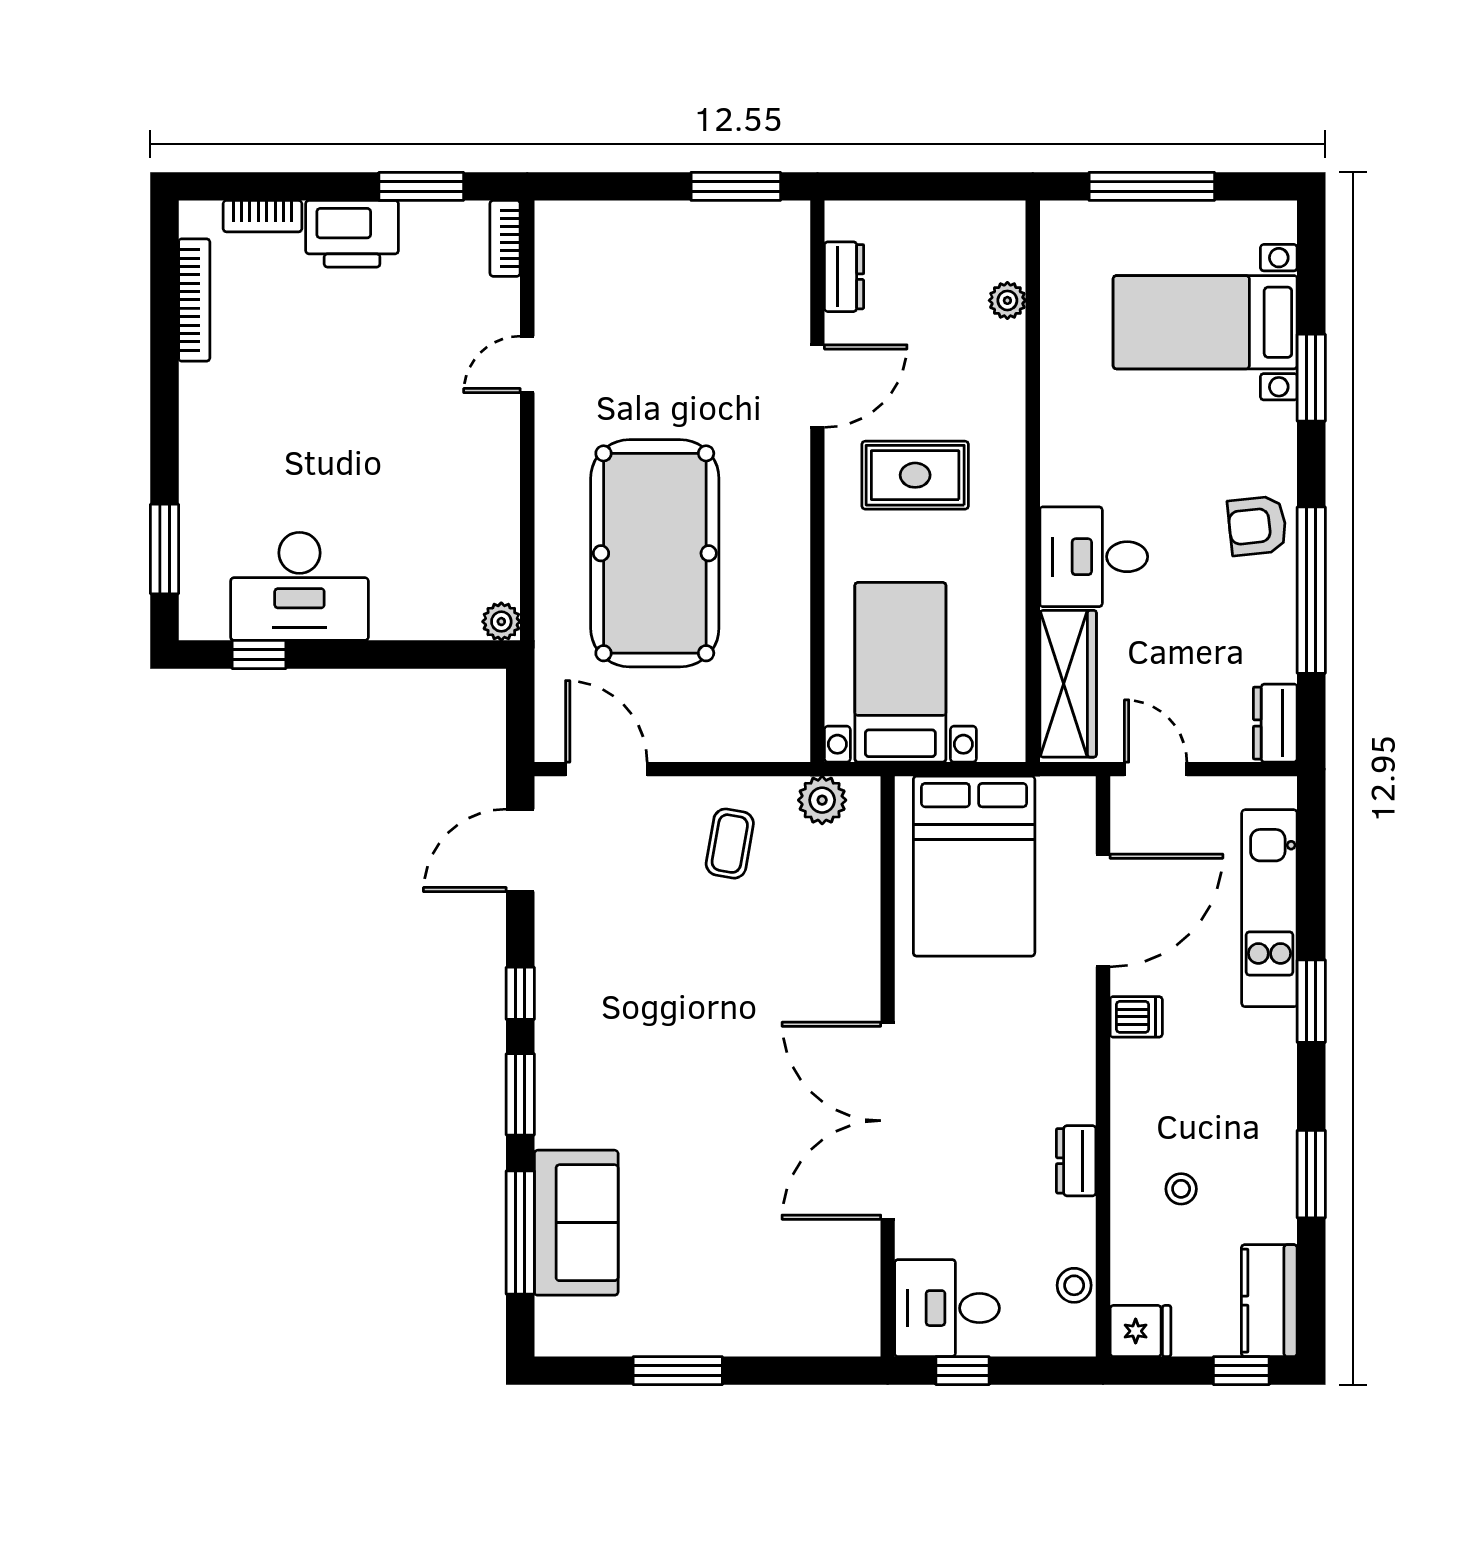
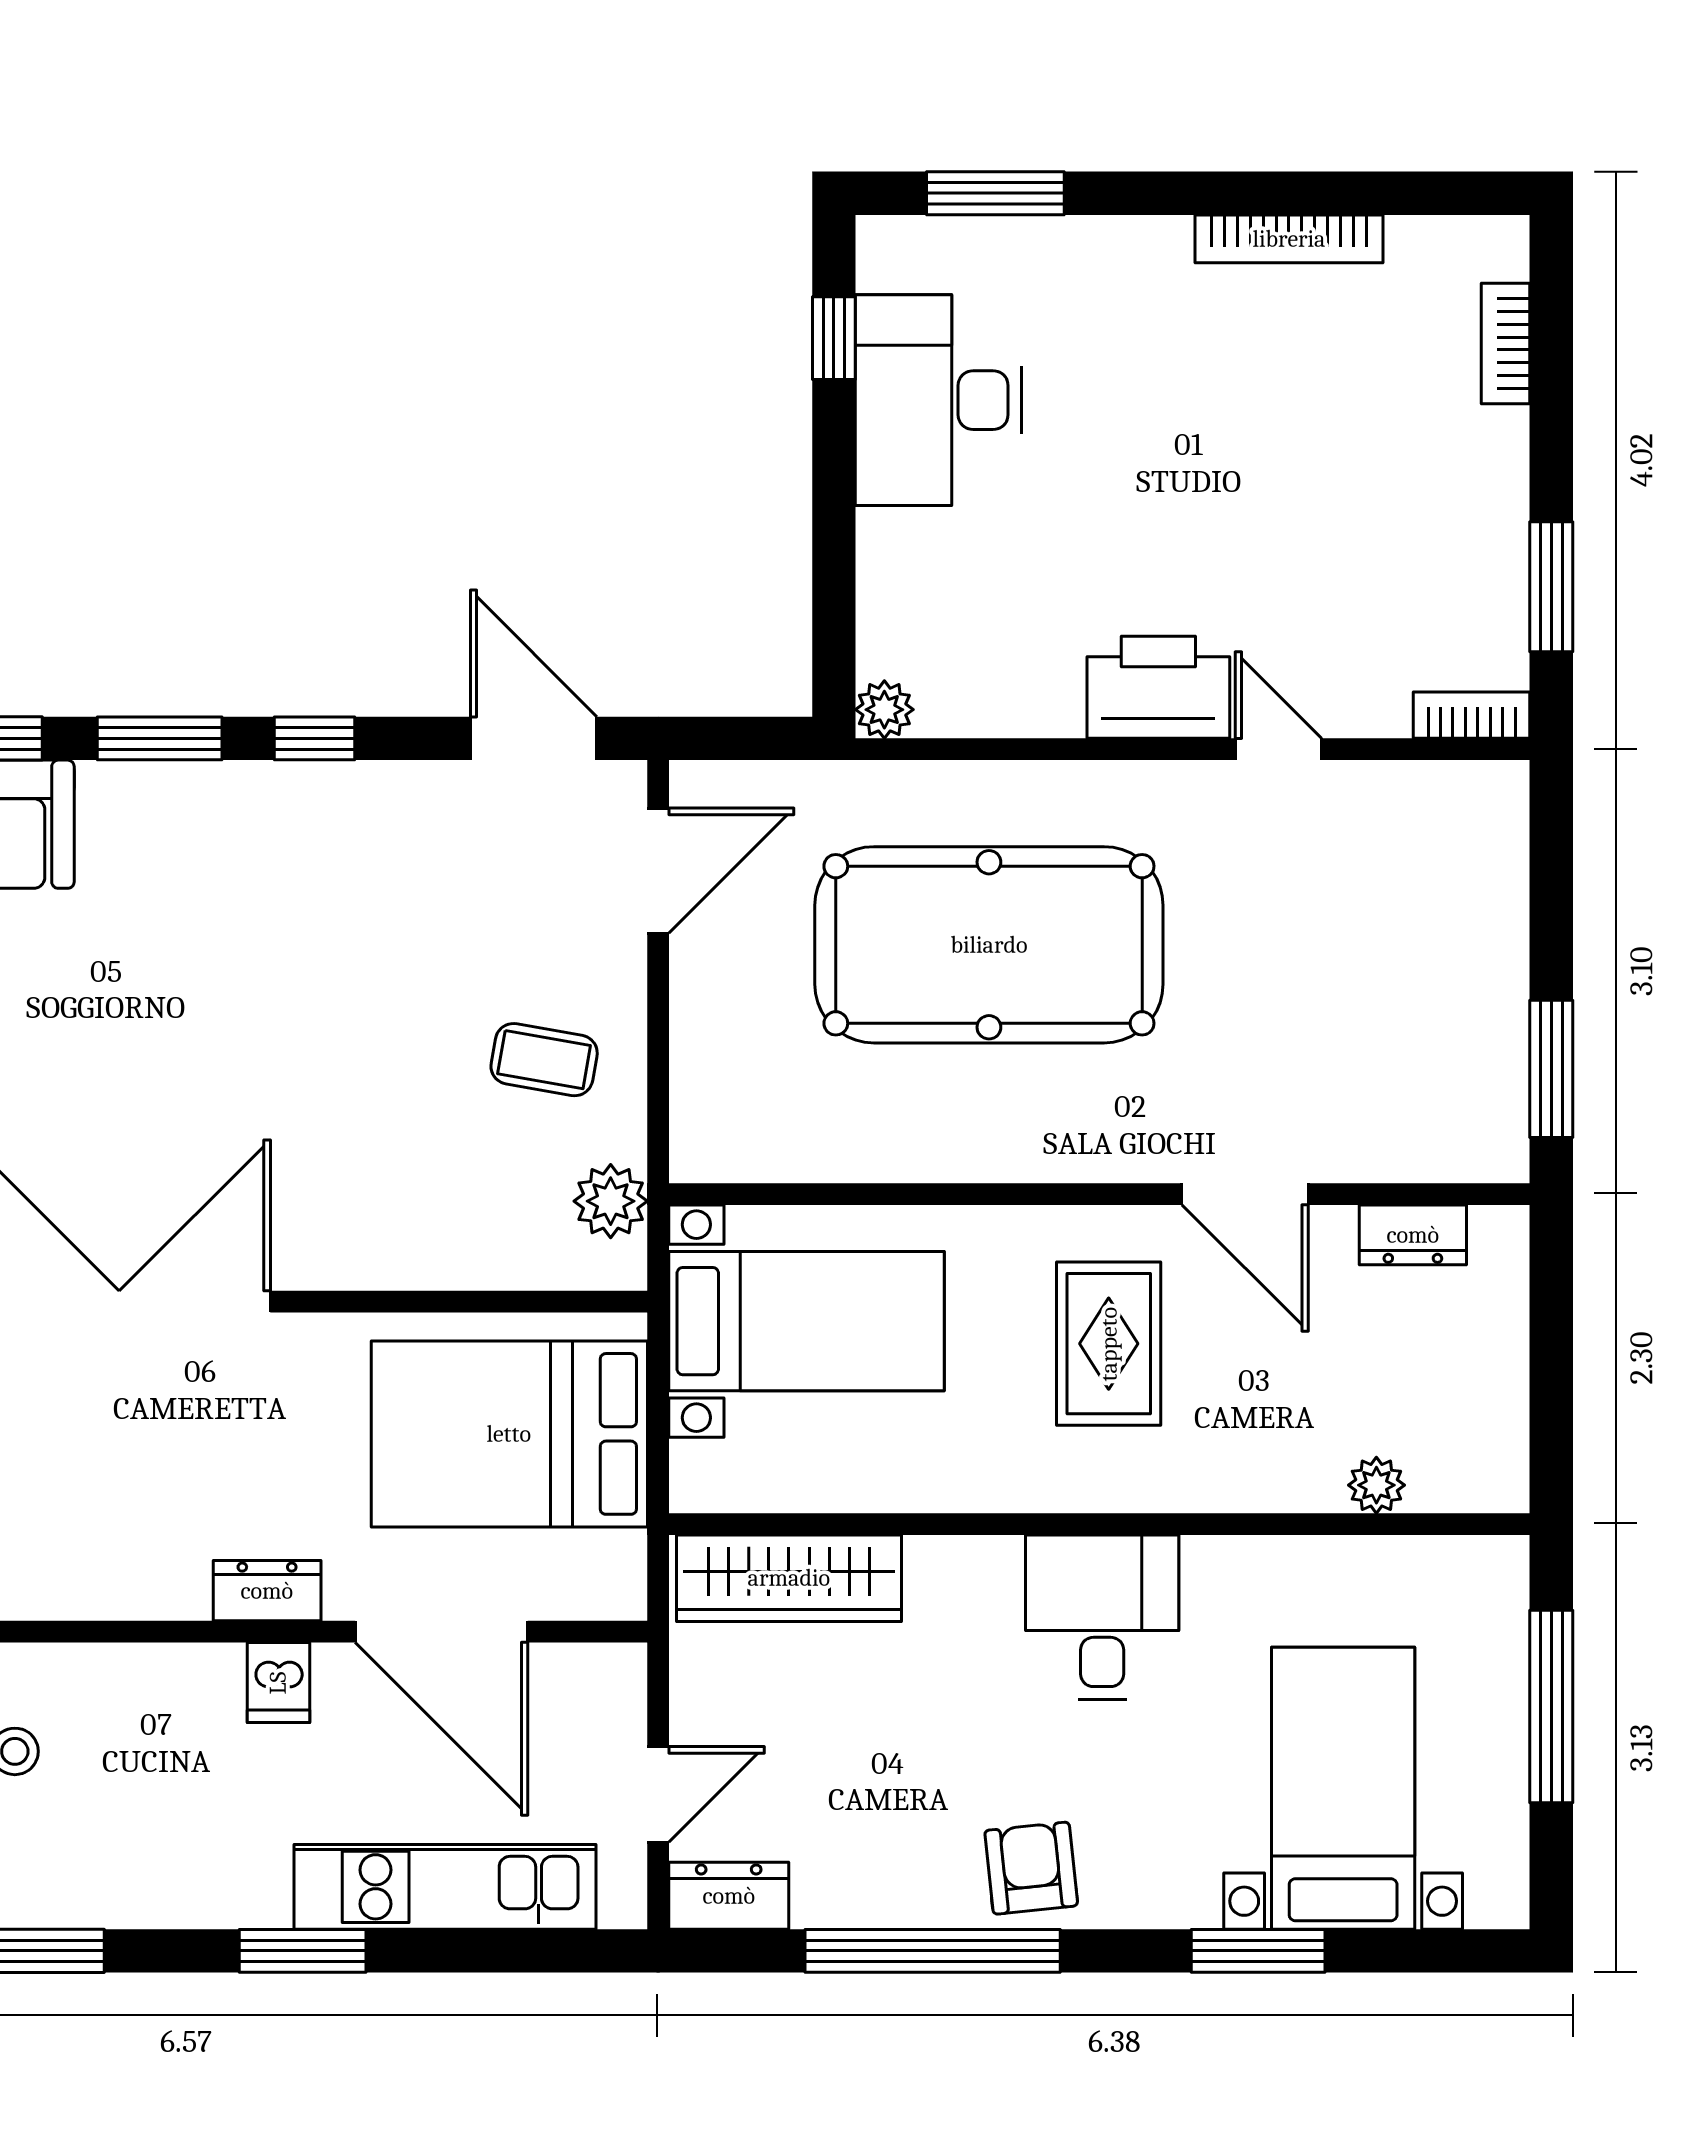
printer: (352, 234) -> (1158, 687), moved, turned 90
bookcase: (194, 300) -> (1289, 239), moved
desk: (1094, 557) -> (1102, 1617), moved
door: (1156, 769) -> (658, 1794), moved
dresser: (1076, 1161) -> (267, 1591), moved

